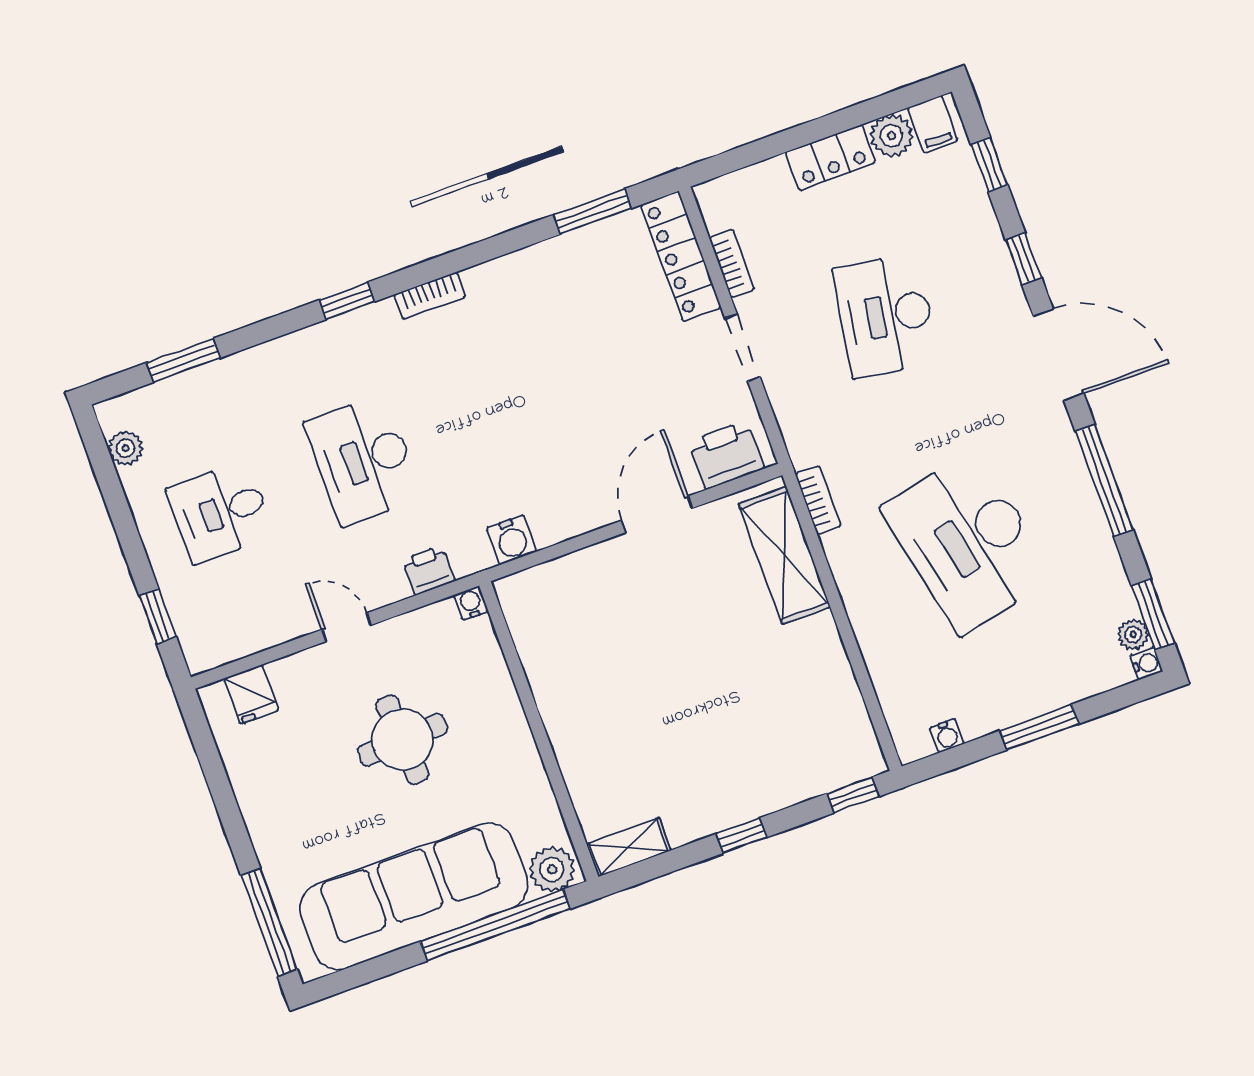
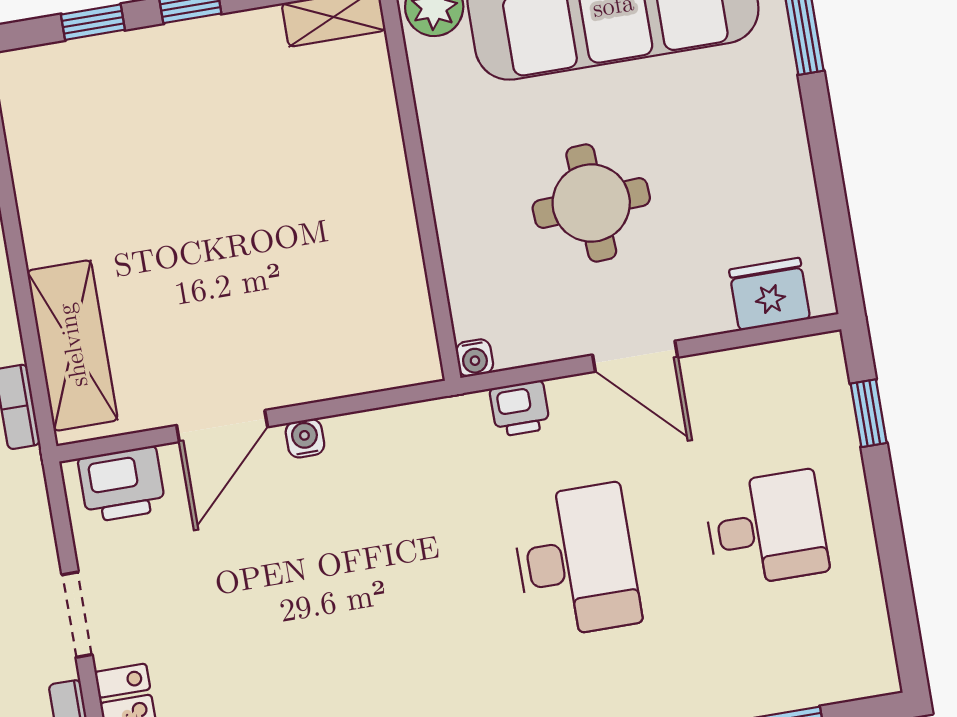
plant: (126, 448) -> (870, 630), removed
water cooler: (512, 540) -> (305, 438), moved, width x0.72, depth x0.72
door: (347, 627) -> (635, 356), width x1.38
fridge: (251, 694) -> (770, 294), width x1.38
window: (853, 795) -> (93, 22), moved

